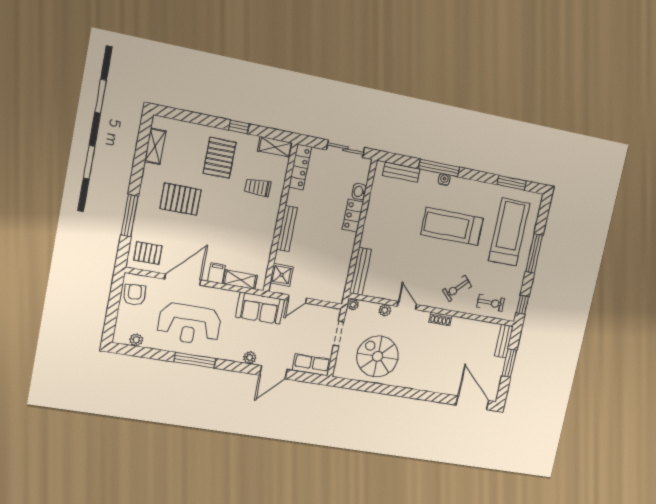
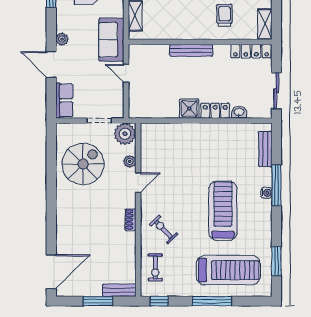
bench: (360, 271) -> (163, 129), removed
shower: (282, 275) -> (189, 109), moved
plant: (353, 304) -> (125, 134), width x1.87, depth x1.87

